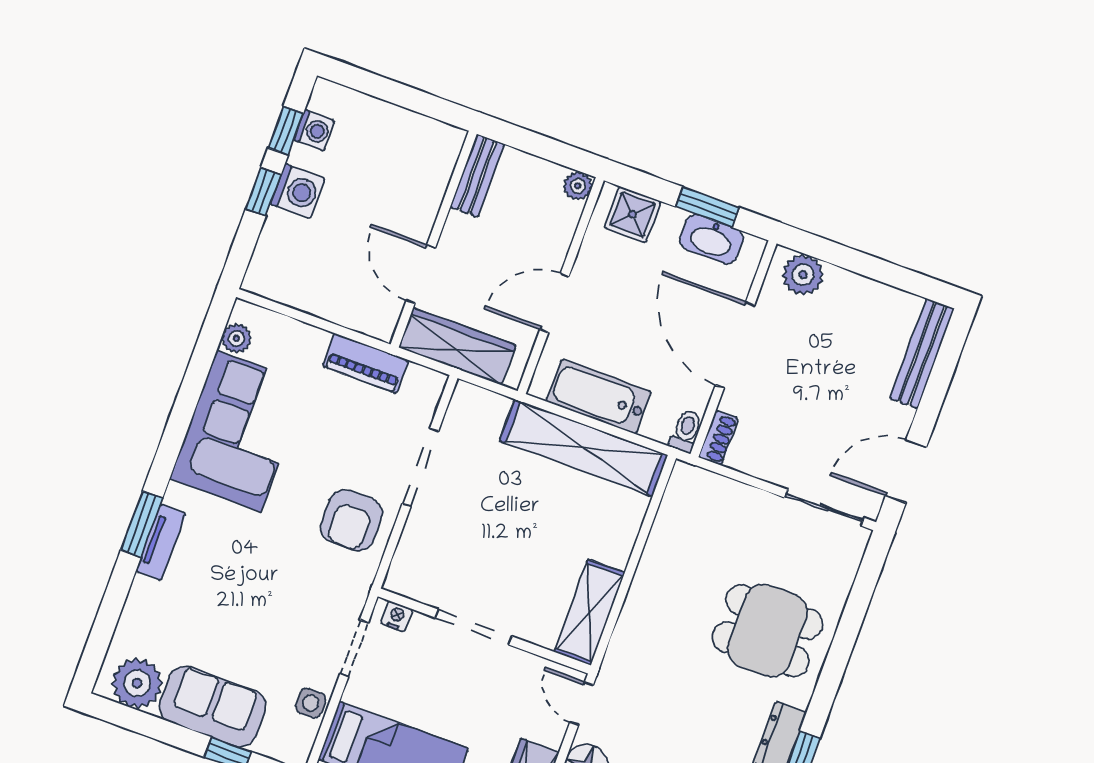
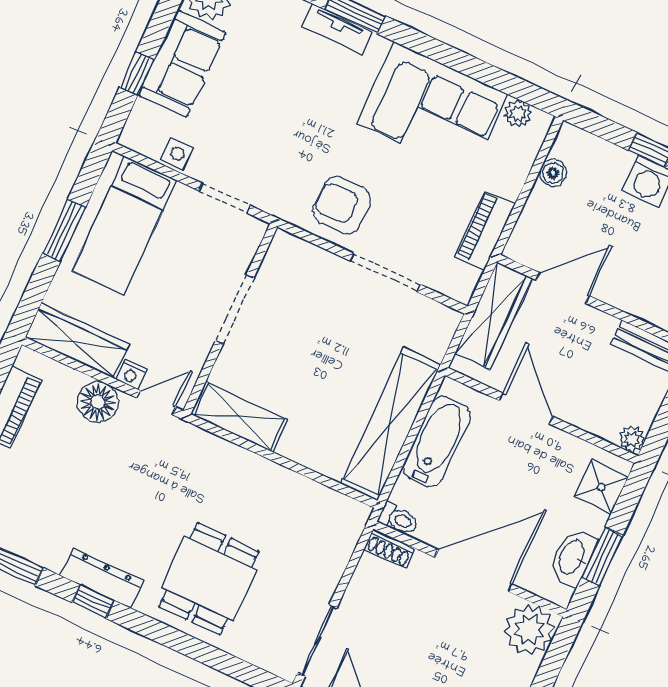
plant: (803, 275) -> (529, 630), width x1.36, depth x1.36
boiler: (297, 295) -> (553, 173), added
nightstand: (397, 616) -> (131, 374), moved, turned 90

